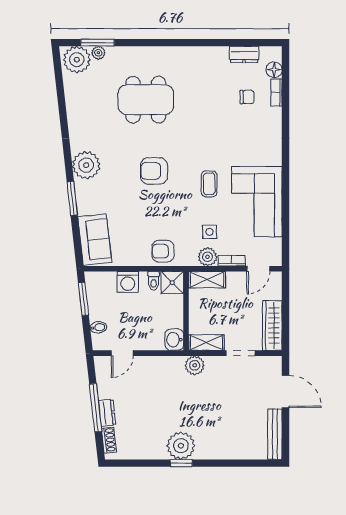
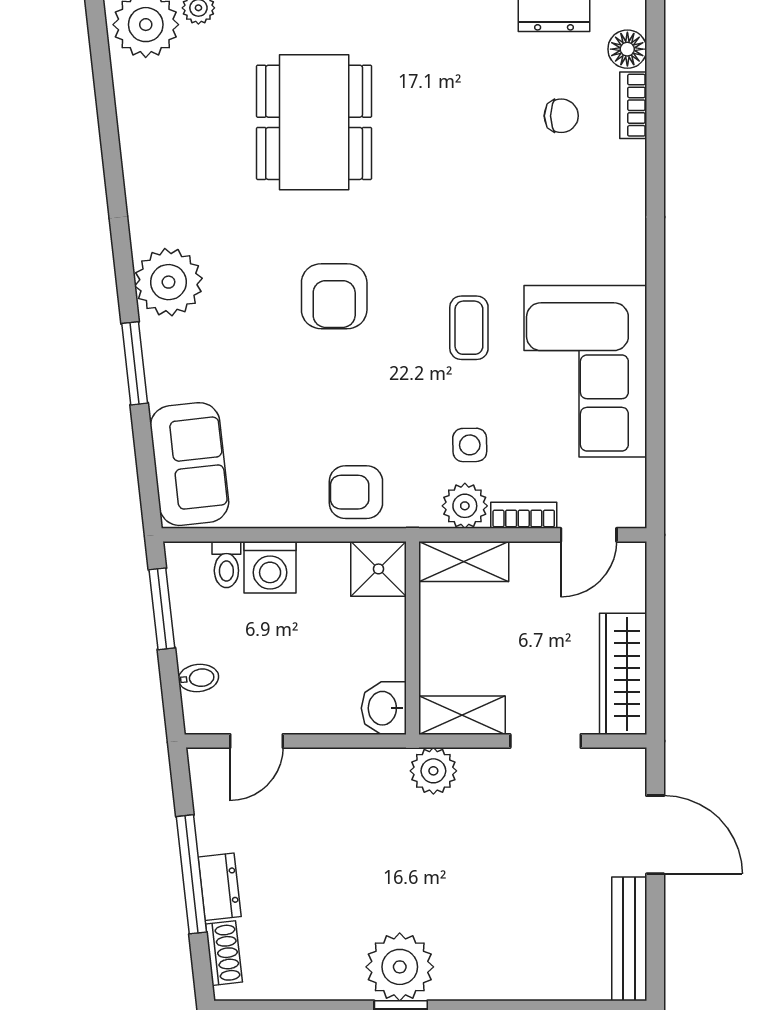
dining table: (146, 100) -> (314, 122), turned 90
armchair: (154, 171) -> (334, 296), turned -90
toilet: (154, 281) -> (226, 565), moved

